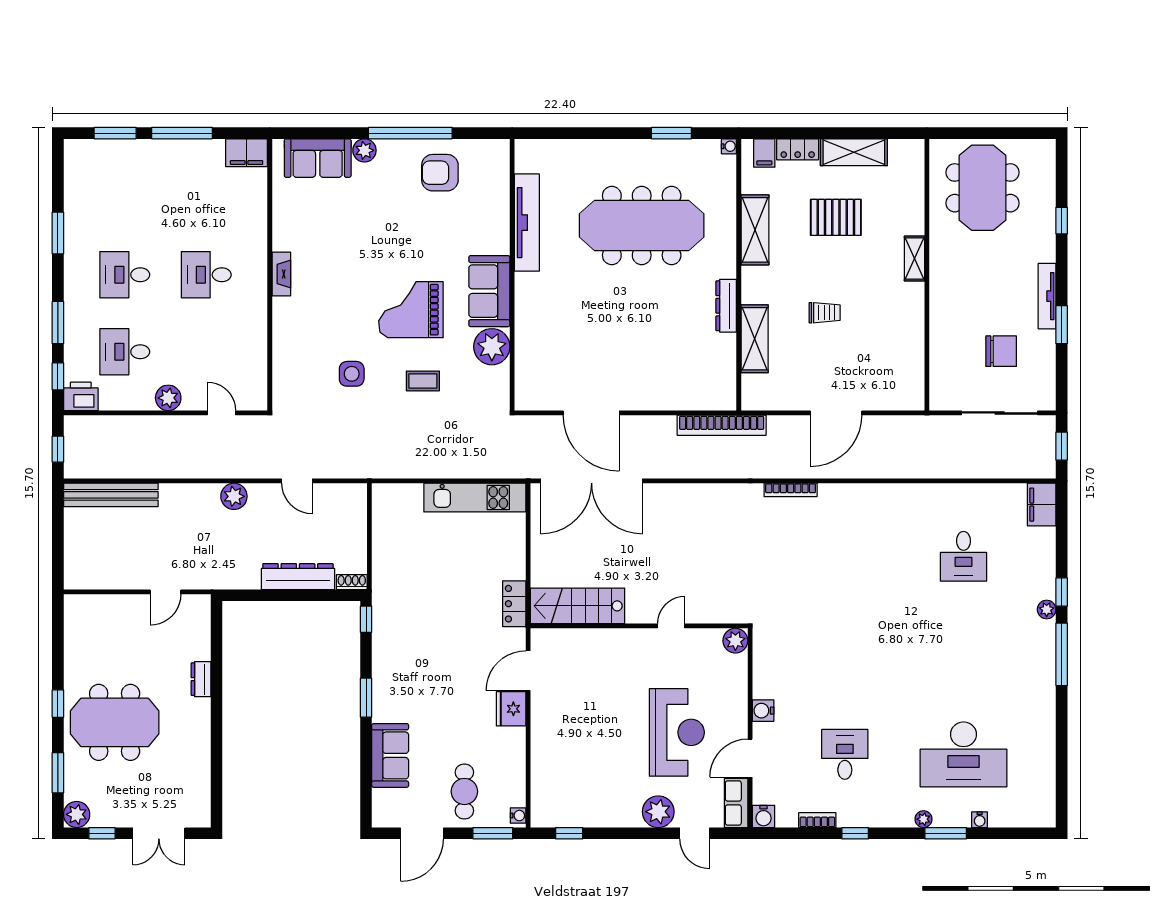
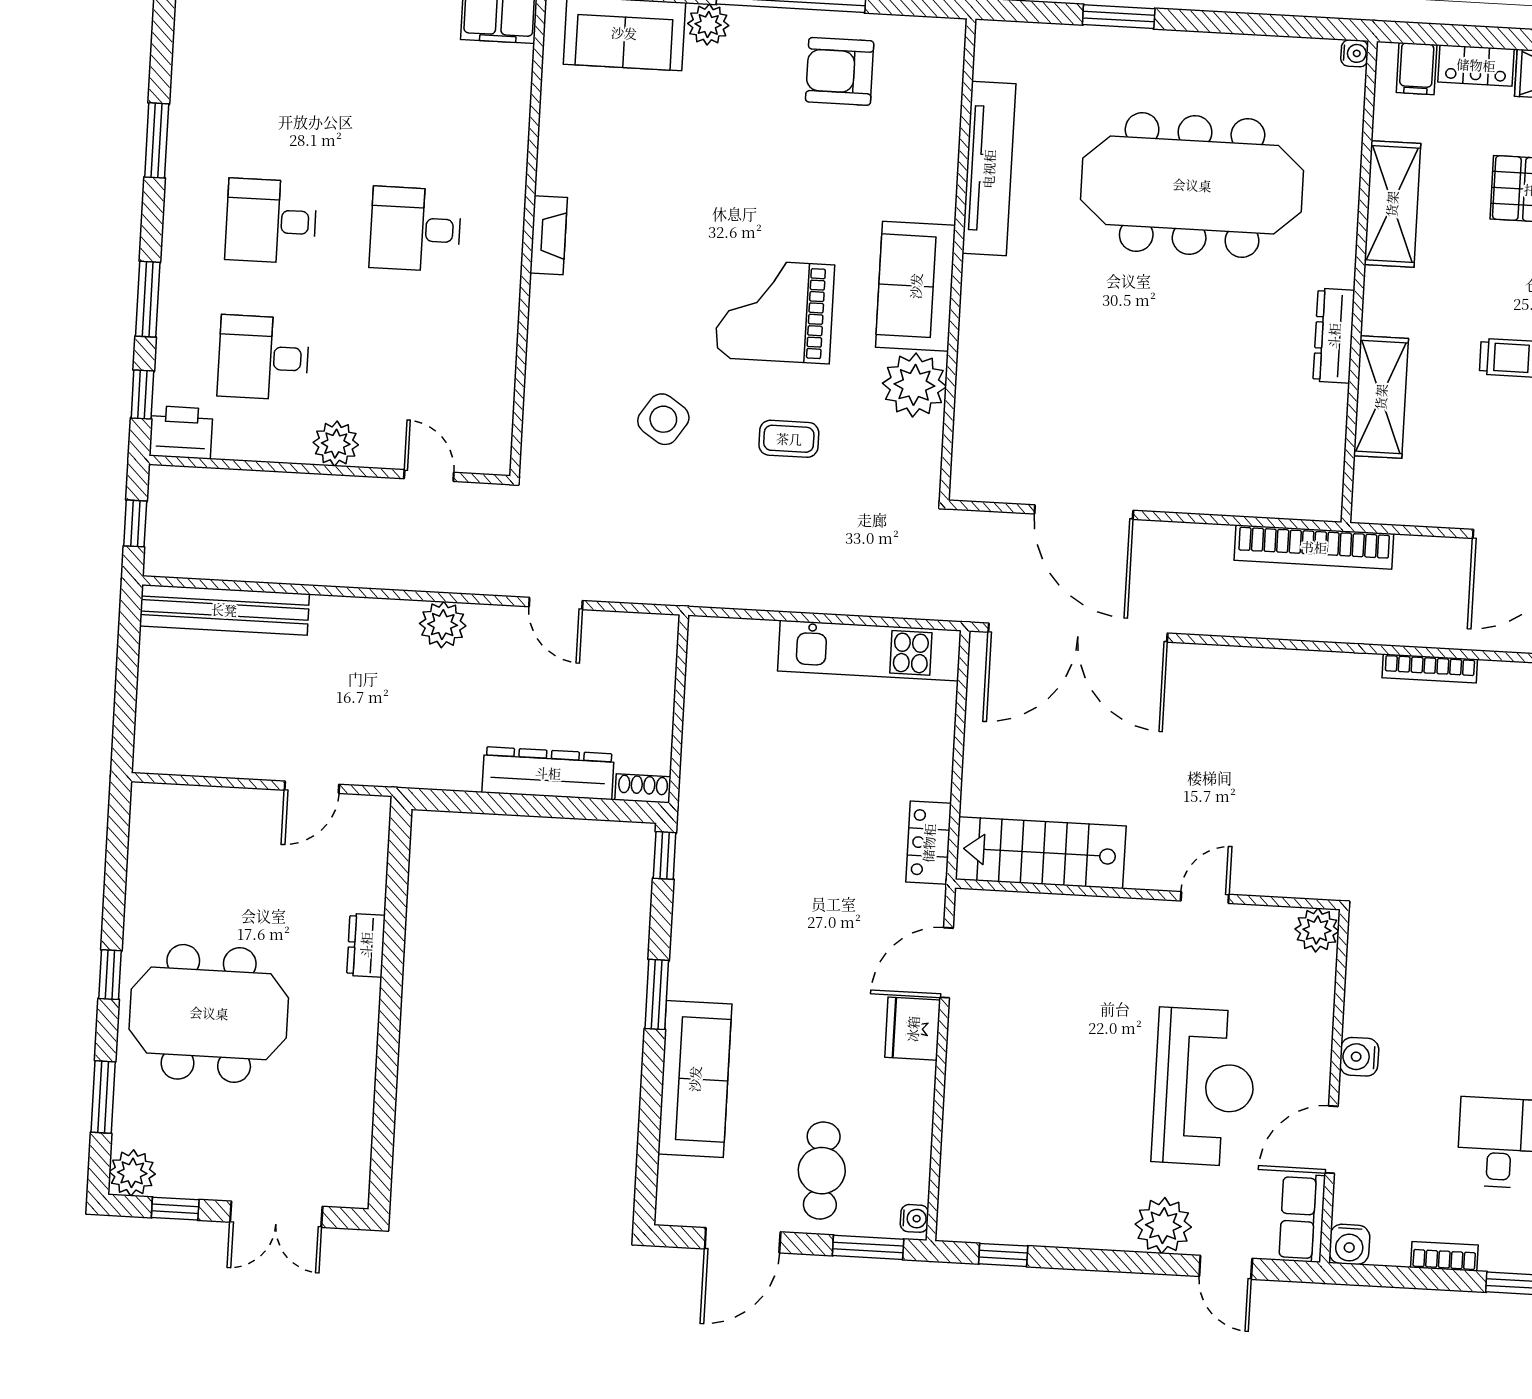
window: (671, 133) -> (1119, 17), moved
side table: (352, 374) -> (663, 419), turned 34
sofa: (390, 755) -> (695, 1079), width x1.36

